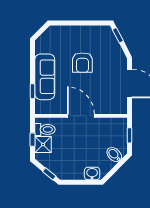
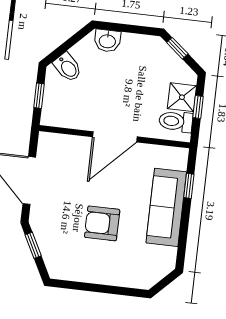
window: (118, 35) -> (33, 245), moved
armchair: (82, 63) -> (102, 223), turned -90
door: (81, 116) -> (115, 137), hinge flipped

